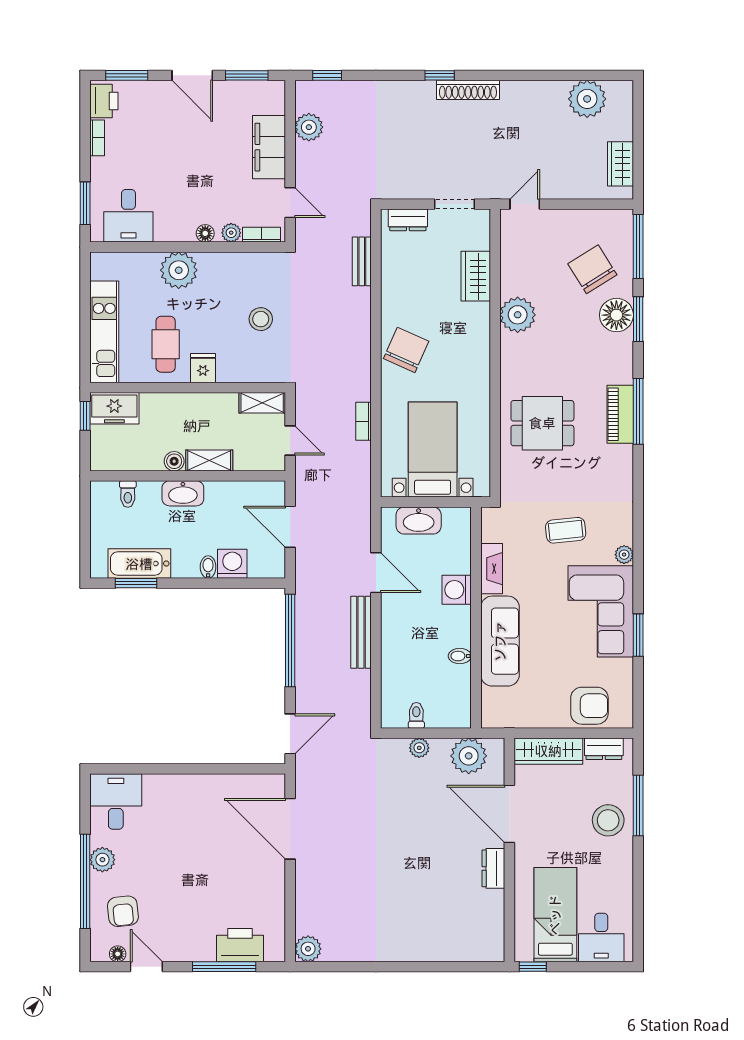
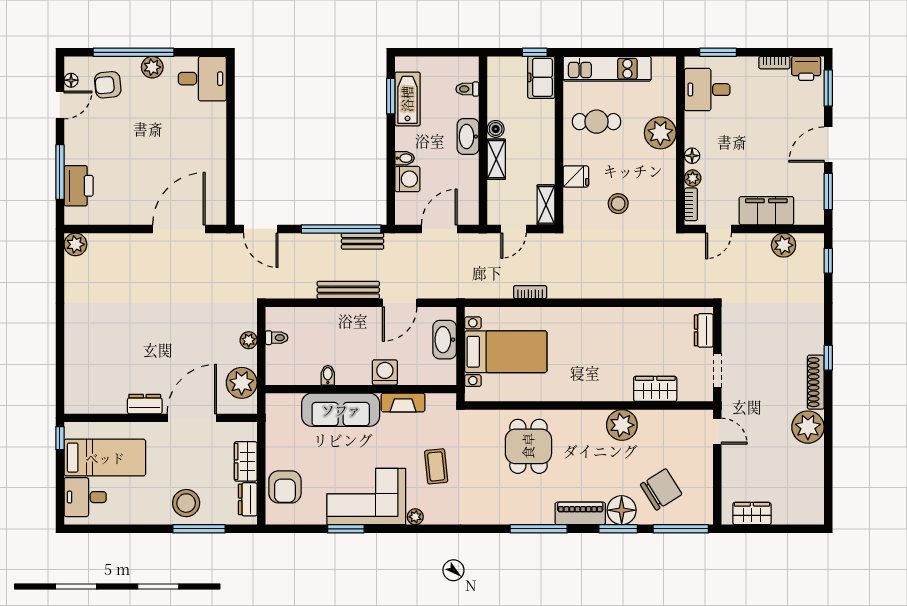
plant: (587, 99) -> (808, 427), moved
bench: (362, 261) -> (363, 241), moved
chair: (406, 350) -> (592, 329), removed
fridge: (203, 368) -> (576, 176), moved
piano: (620, 414) -> (580, 513), moved
wardrobe: (548, 751) -> (246, 461), width x0.67

